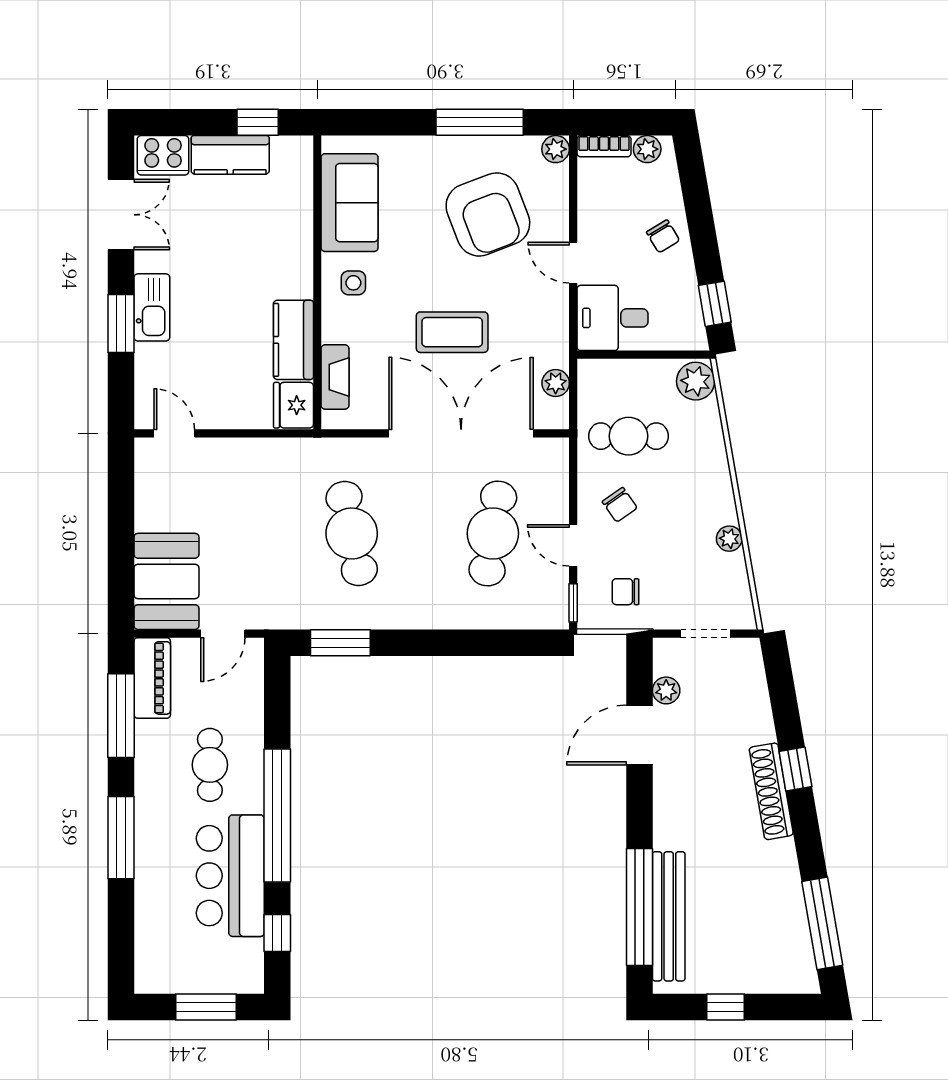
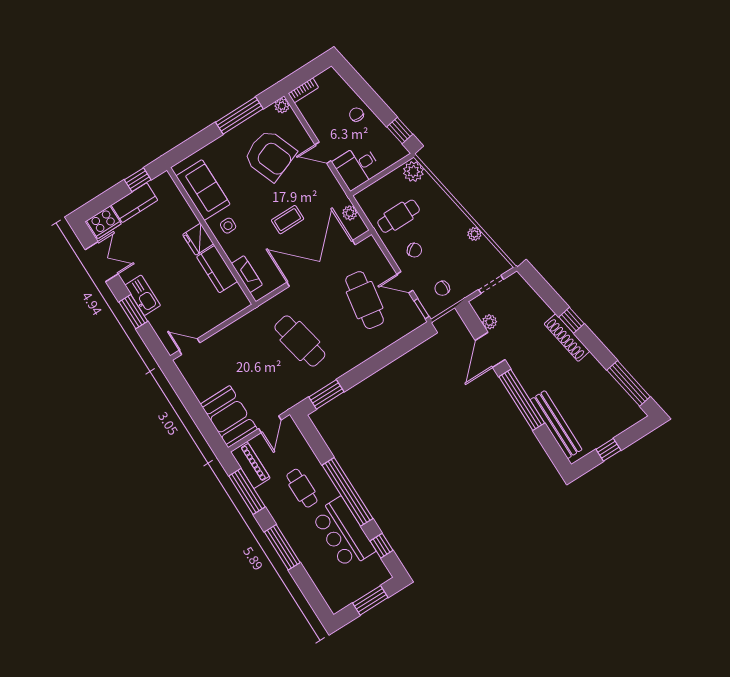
plant: (647, 149) -> (324, 79), removed
chair: (663, 236) -> (356, 115), turned -149
coffee table: (452, 332) -> (288, 220), width x0.73, depth x0.77
fridge: (293, 405) -> (198, 239), moved
window: (639, 907) -> (522, 400), moved

